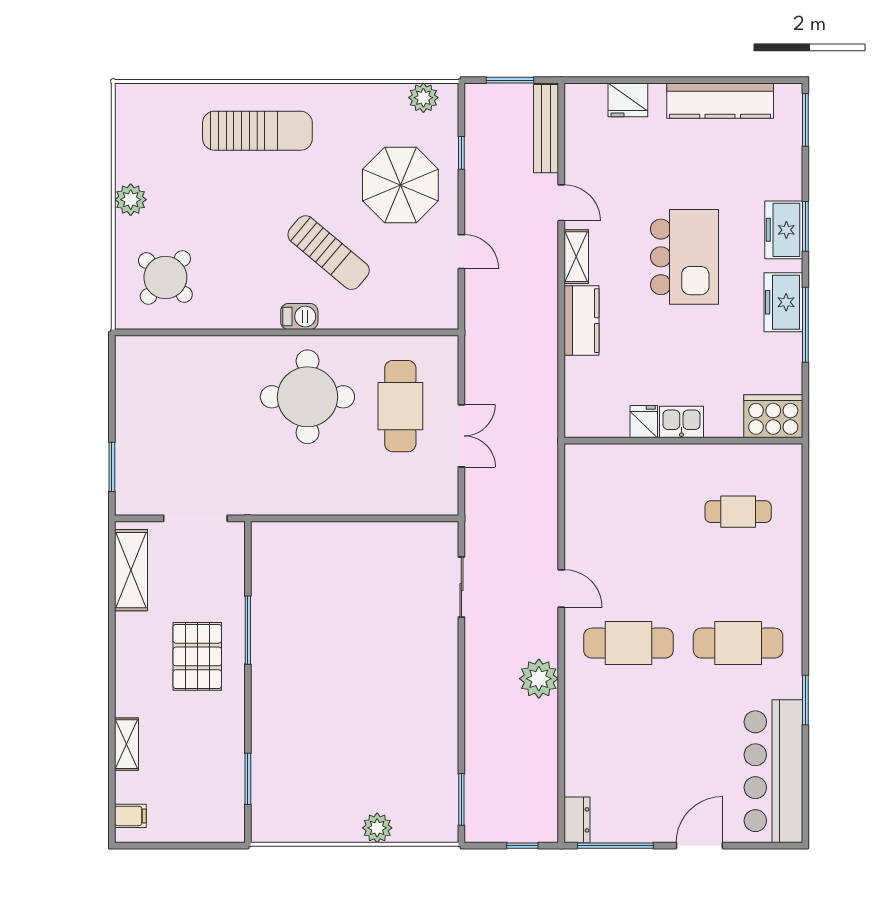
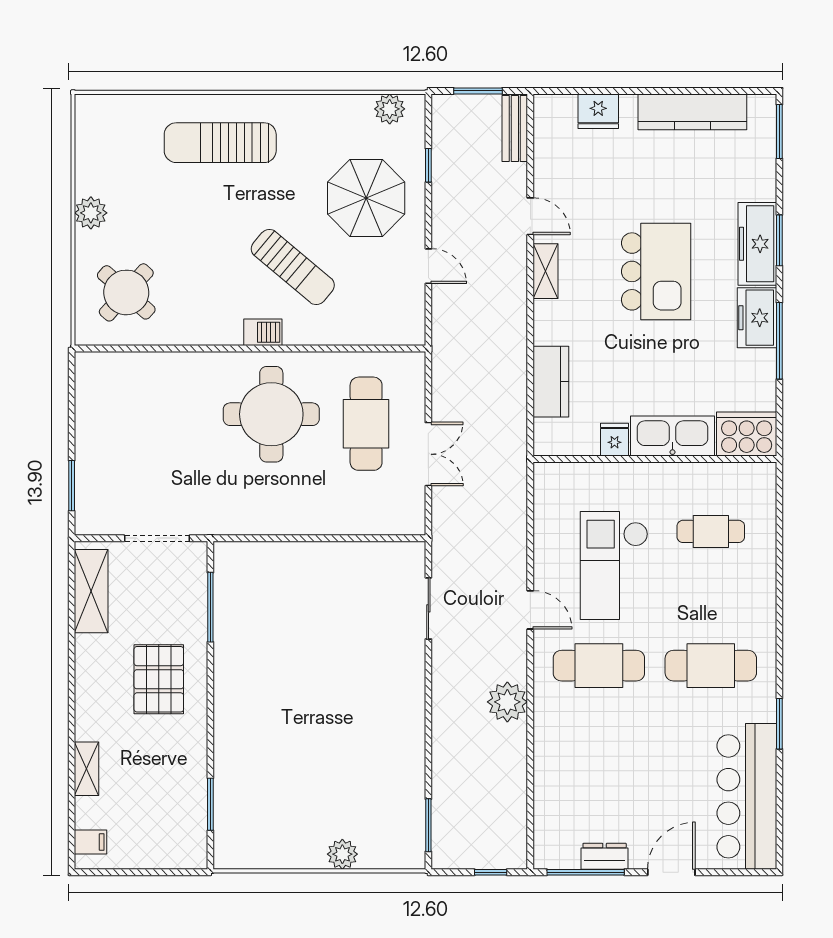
bench: (546, 129) -> (515, 129), width x0.73
sun lounger: (257, 131) -> (220, 143), turned 180
freezer: (784, 230) -> (757, 244), width x1.40
kitchen counter: (581, 321) -> (551, 382), moved
kitchen sink: (681, 422) -> (673, 436), width x1.88, depth x1.24
checkout: (643, 545) -> (614, 566), added
window: (248, 630) -> (210, 607), moved
dresser: (577, 820) -> (605, 856), moved, turned -90

